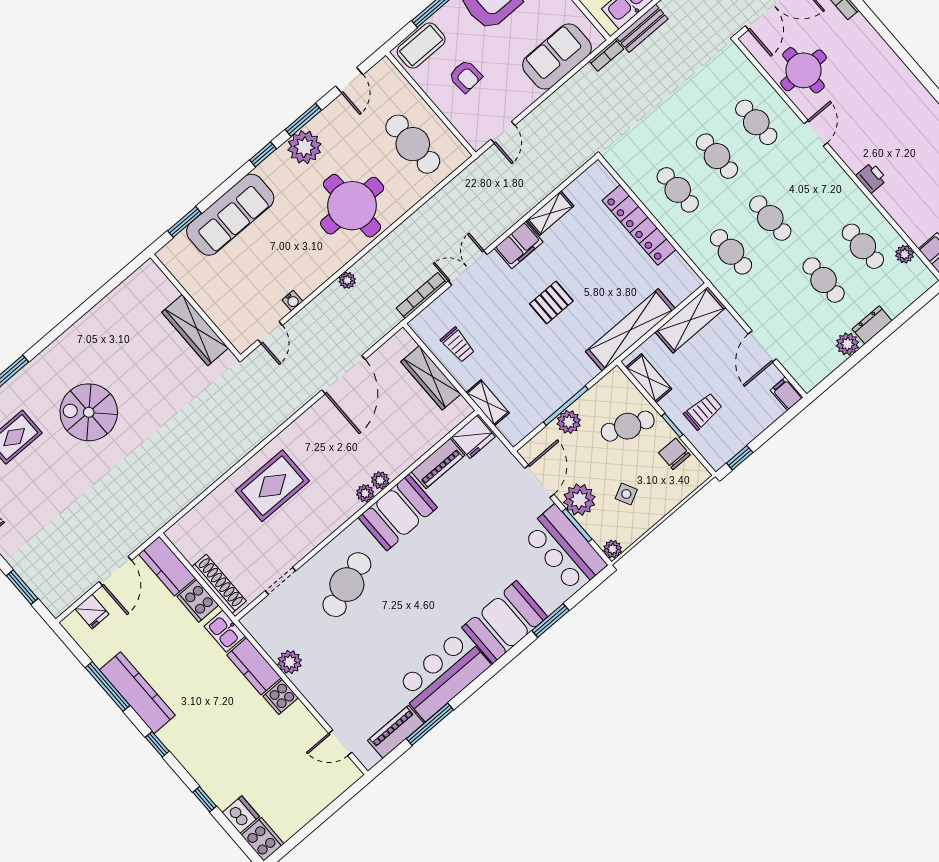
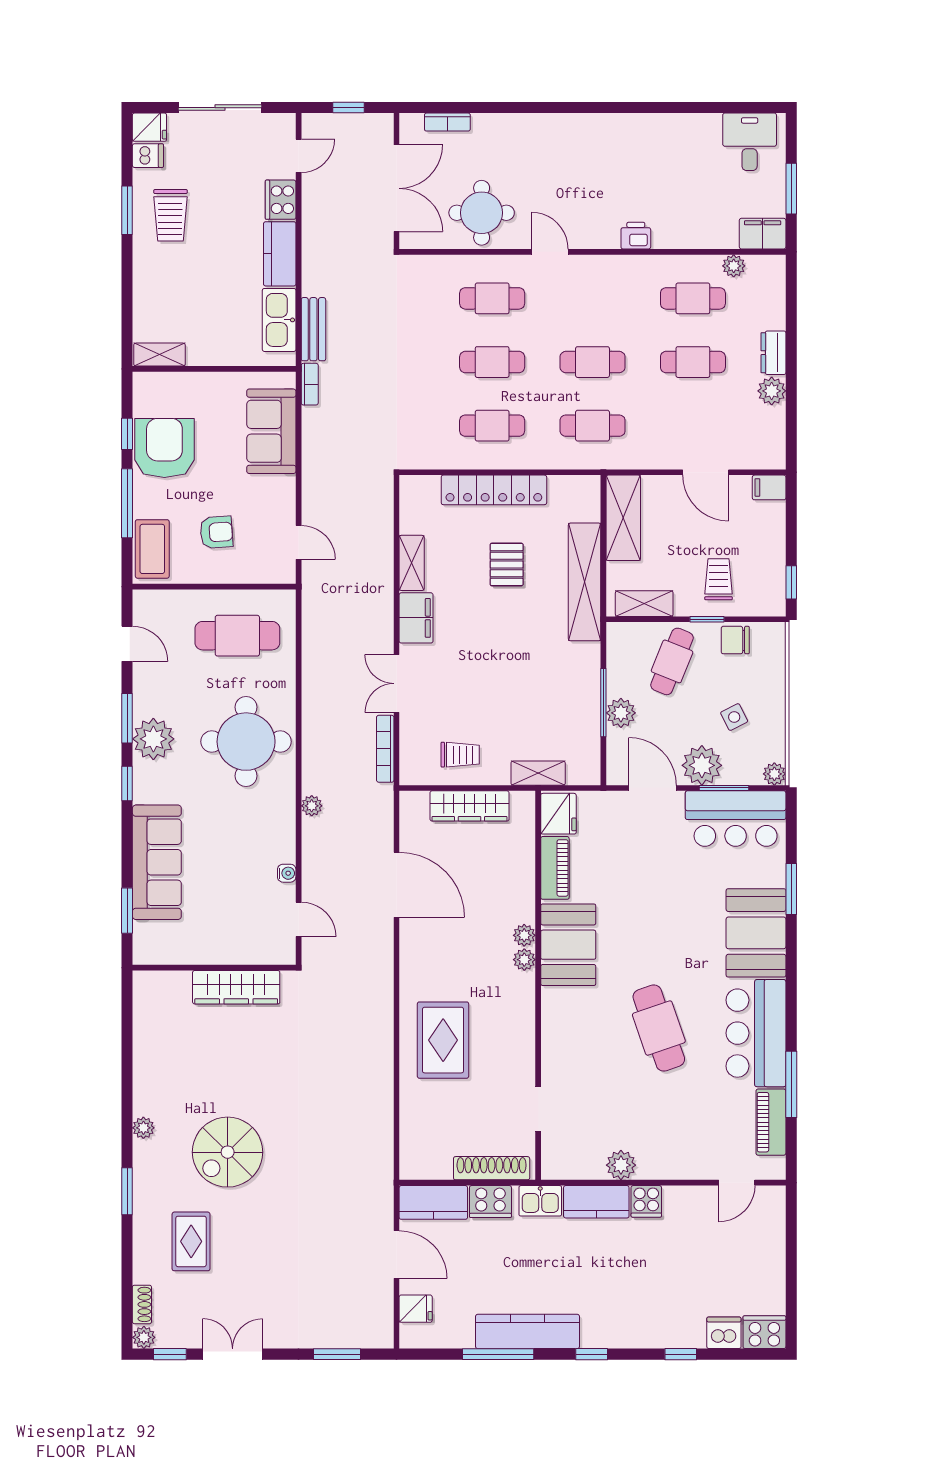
pallet: (551, 302) -> (507, 564), moved
plant: (59, 347) -> (143, 1128), added
cafe table: (347, 585) -> (659, 1028), moved

